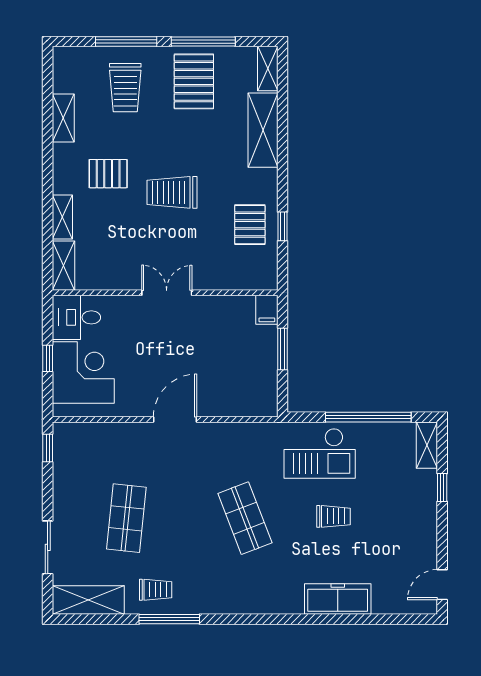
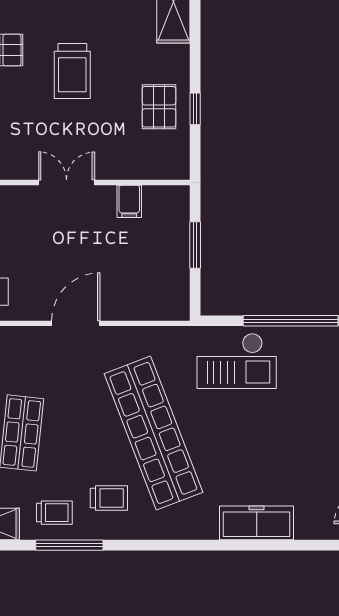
trolley: (172, 192) -> (72, 71), turned -90
filing cabinet: (267, 310) -> (129, 201), moved
trolley: (334, 516) -> (109, 498), moved
shop shelf: (245, 518) -> (153, 433), width x2.00, depth x1.36

